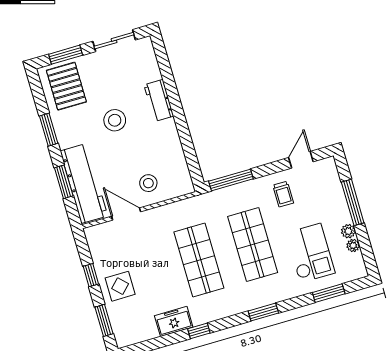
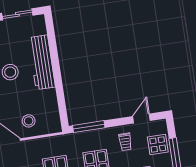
workbench: (159, 100) -> (42, 62), width x1.88, depth x1.32
display table: (328, 192) -> (158, 144), added

